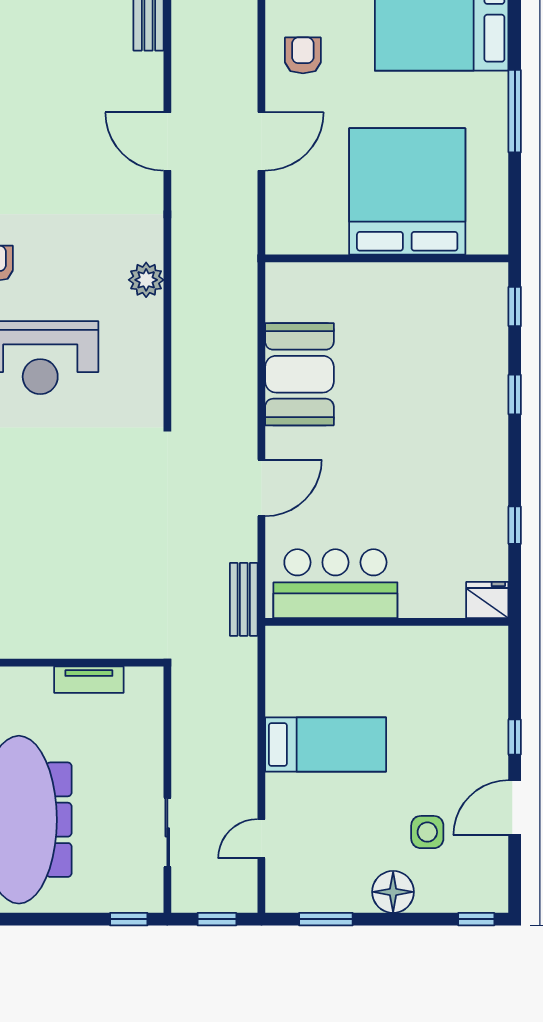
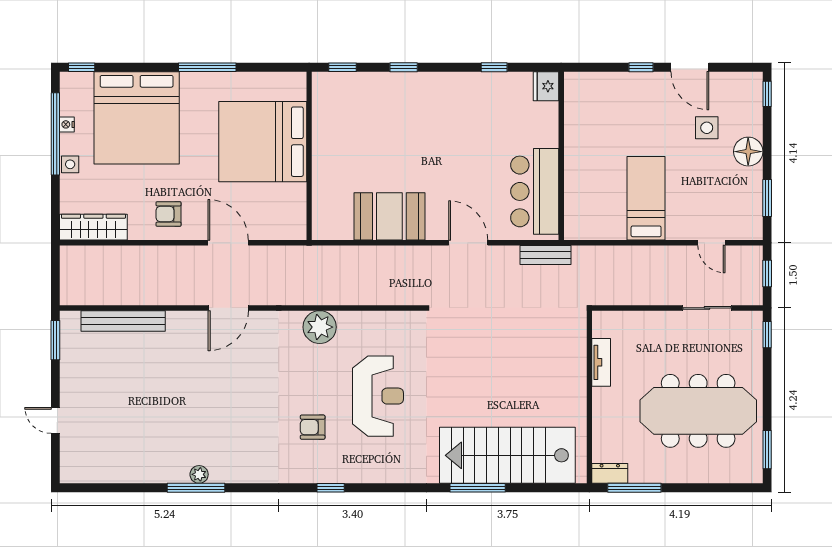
plant: (146, 280) -> (320, 327), width x1.36, depth x1.36

